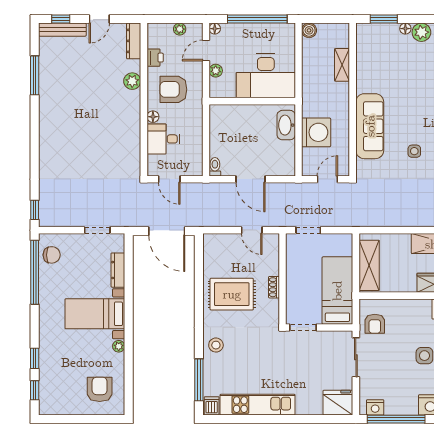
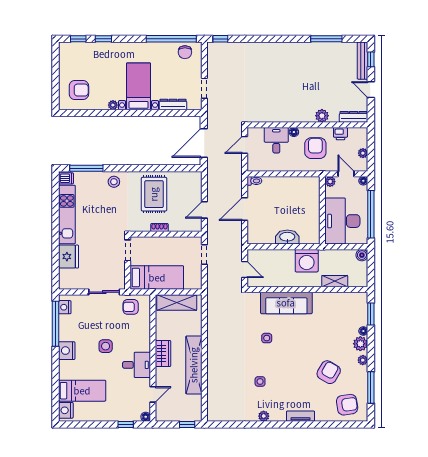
desk: (266, 76) -> (342, 221), moved
wall: (252, 101) -> (322, 210), moved
washing machine: (316, 132) -> (307, 261), moved
fridge: (338, 403) -> (68, 257), moved

